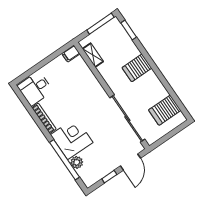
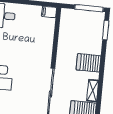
shelving: (93, 55) -> (93, 91), moved

